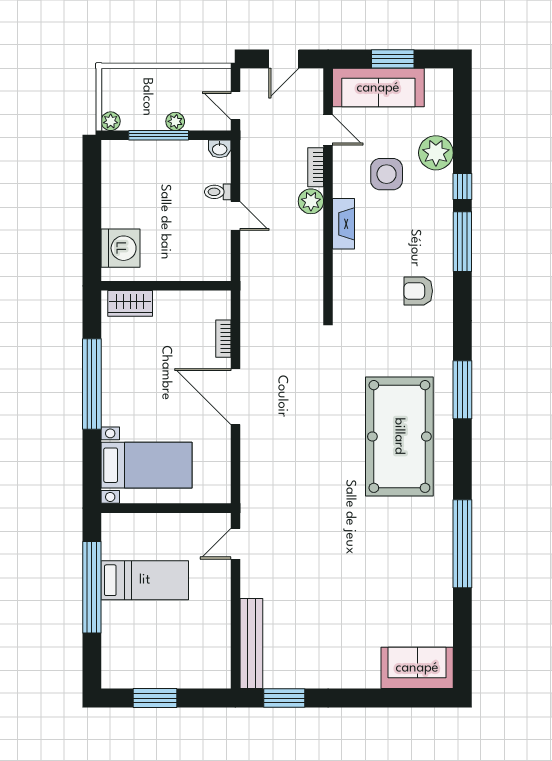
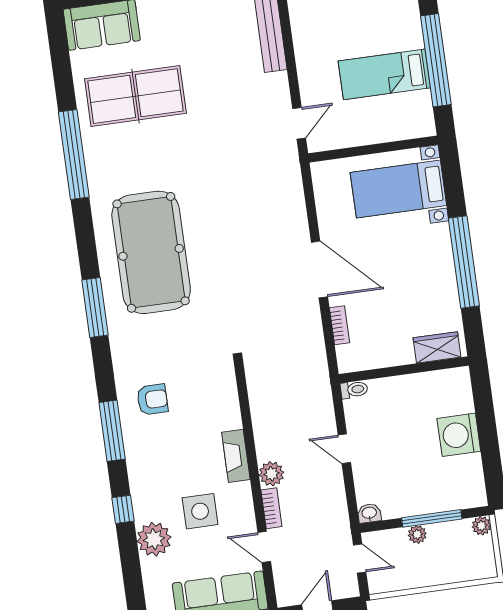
toilet: (218, 192) -> (354, 390), moved
window: (462, 242) -> (112, 431), moved
washing machine: (120, 248) -> (459, 435), moved
table tennis table: (393, 593) -> (135, 96), added

